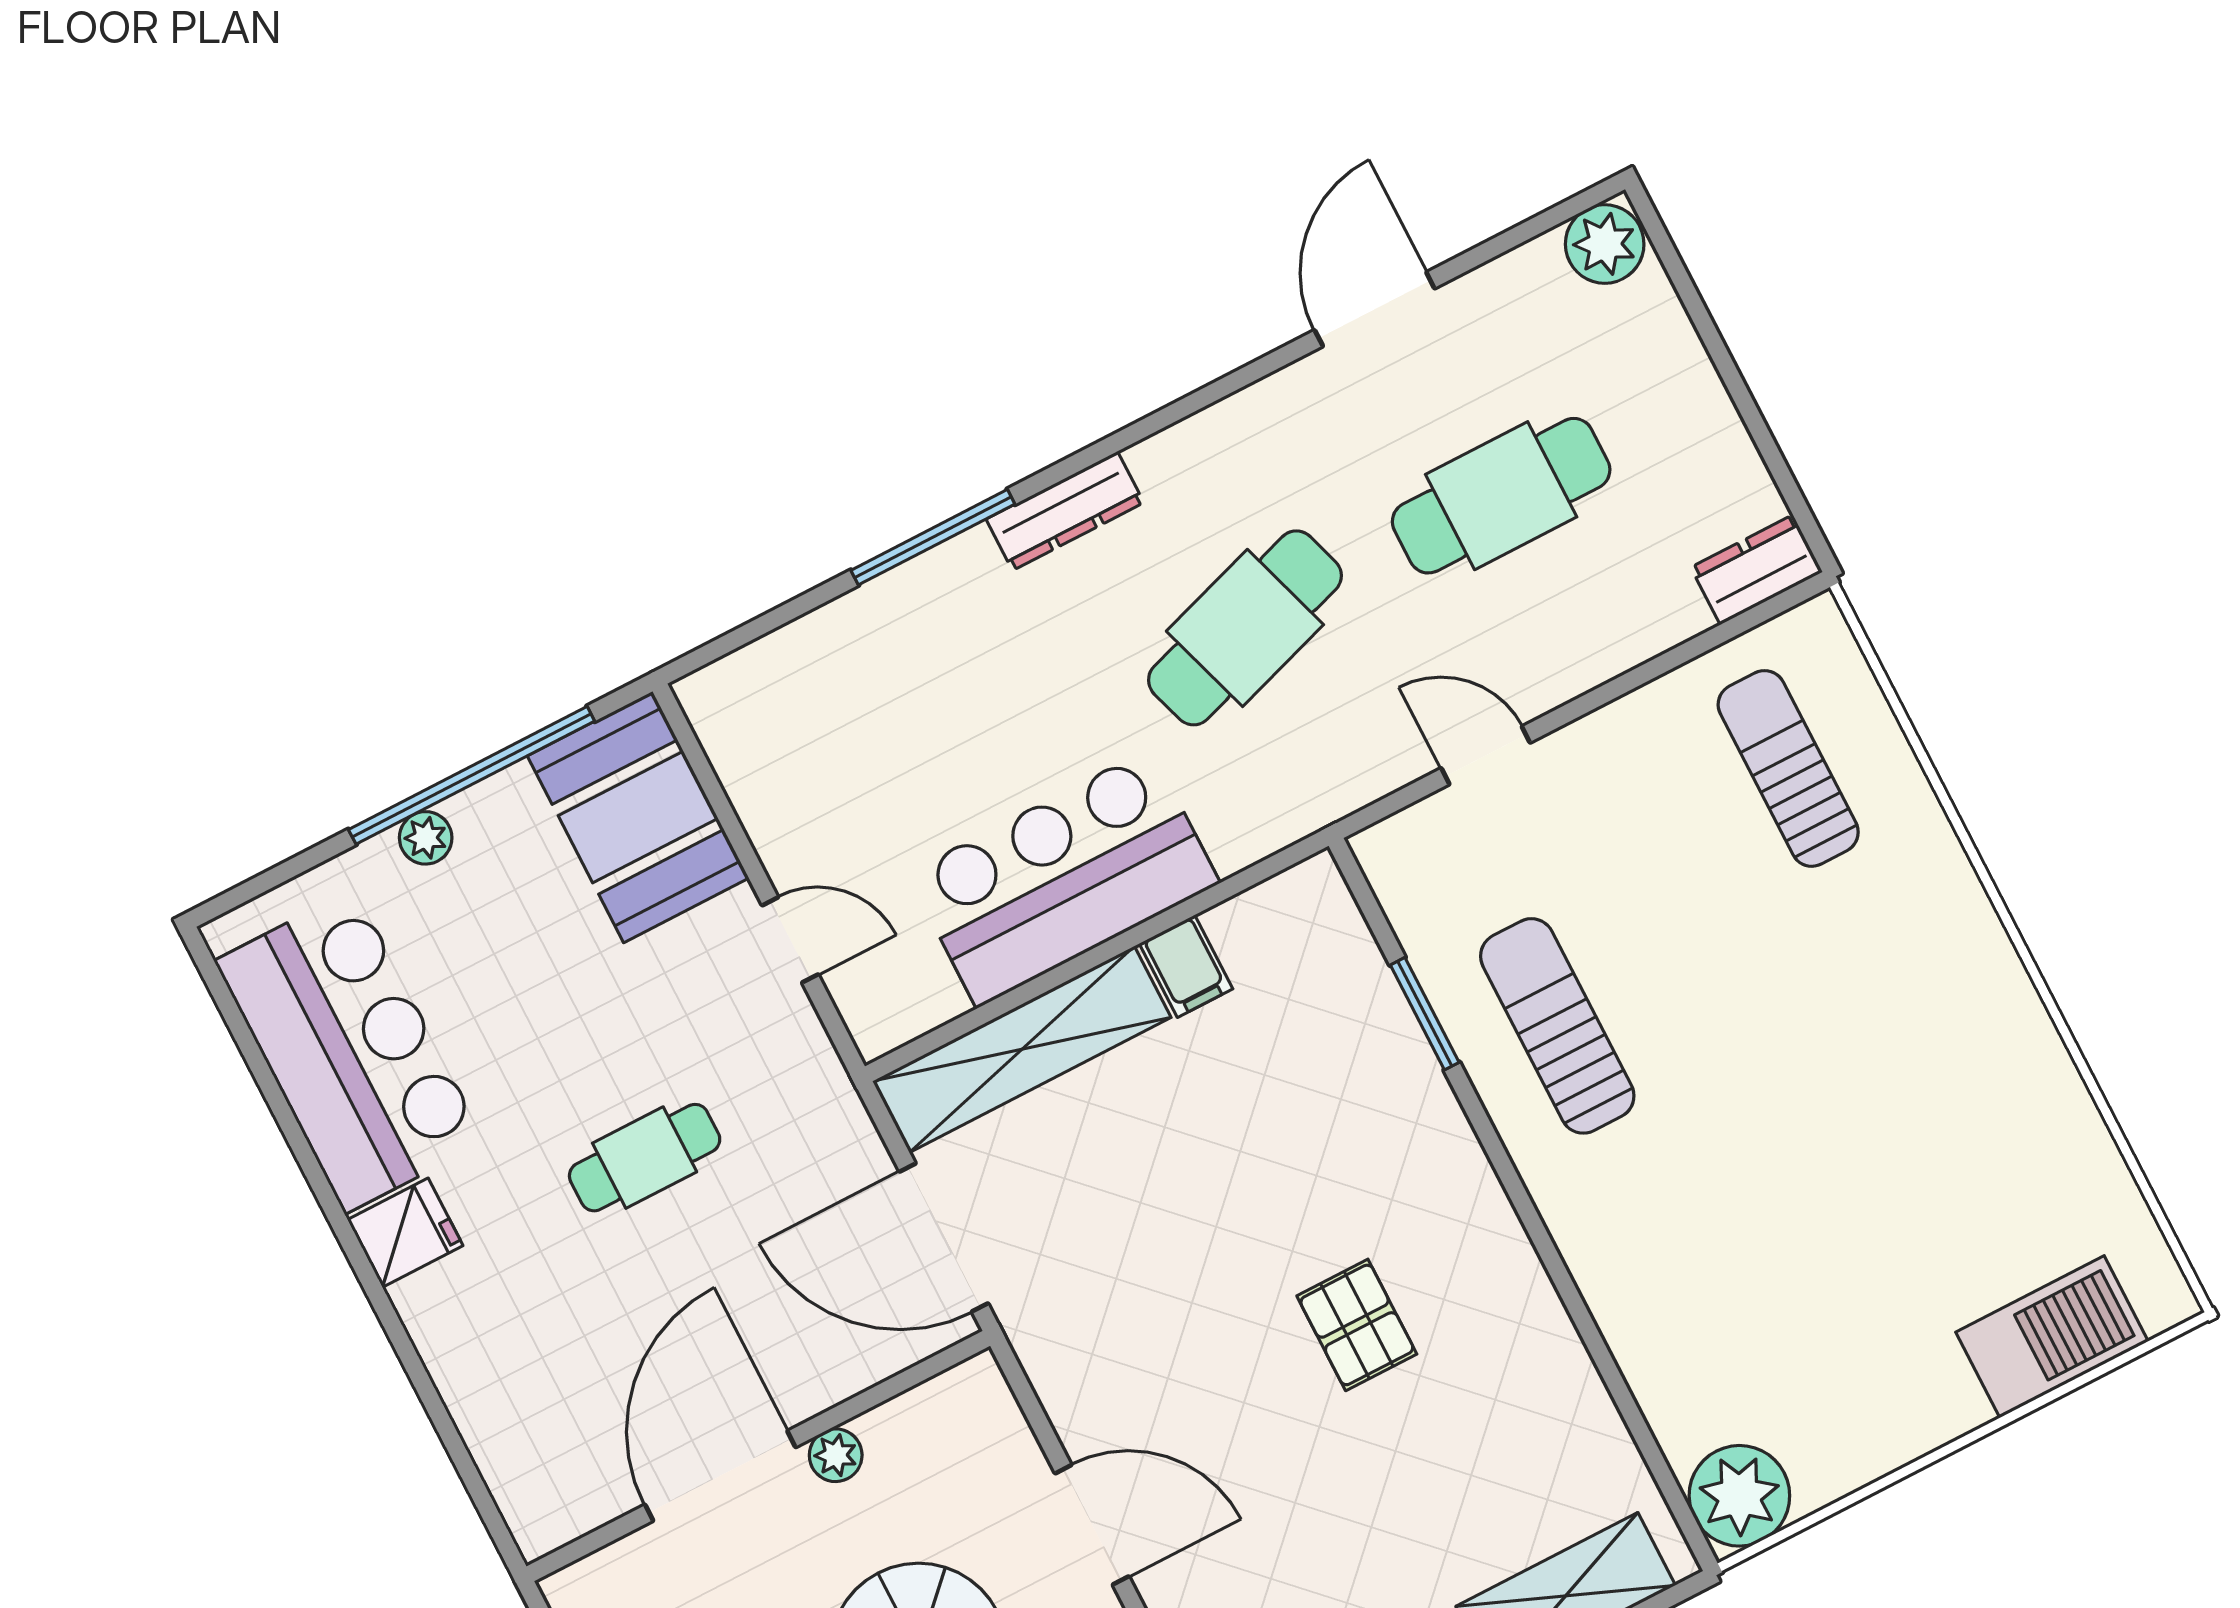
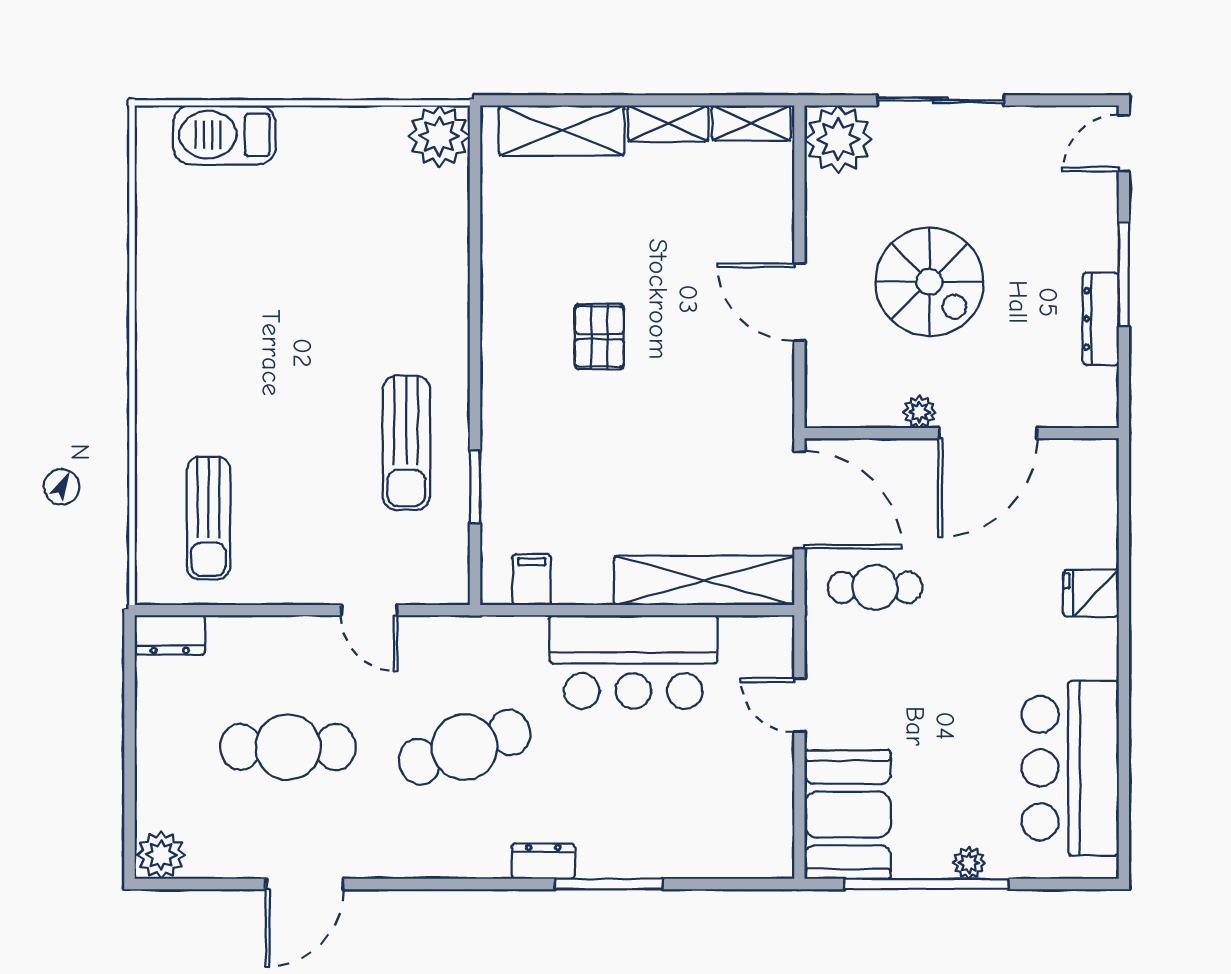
dresser: (1065, 511) -> (543, 861), width x0.70
filing cabinet: (1186, 966) -> (532, 580), moved
cafe table: (645, 1158) -> (875, 587), moved
fridge: (405, 1233) -> (1091, 593), moved

